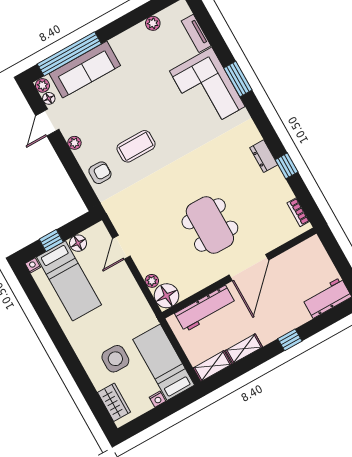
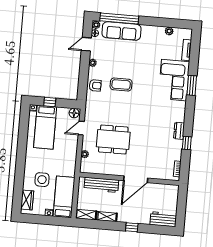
dining table: (210, 225) -> (113, 140), moved, turned 90
floor lamp: (78, 243) -> (74, 113), moved
floor lamp: (167, 296) -> (87, 166), removed

